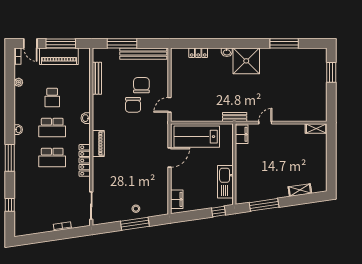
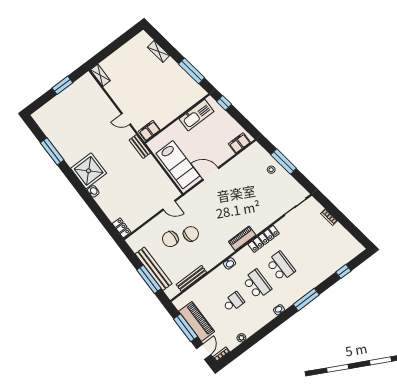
locker: (198, 53) -> (122, 228), moved
bench: (143, 54) -> (154, 269), moved
window: (331, 72) -> (62, 85), moved

